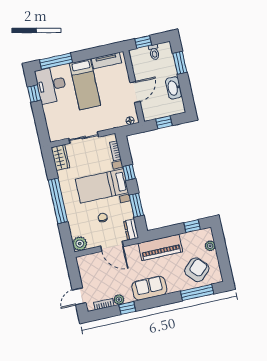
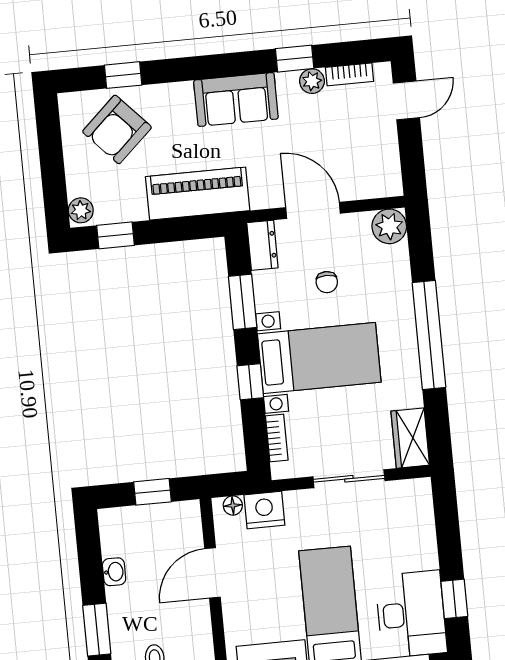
washbasin: (174, 88) -> (114, 572), width x0.52, depth x0.69
nightstand: (117, 120) -> (264, 510), added
plant: (210, 246) -> (81, 210), moved
window: (197, 292) -> (123, 75), width x0.46

